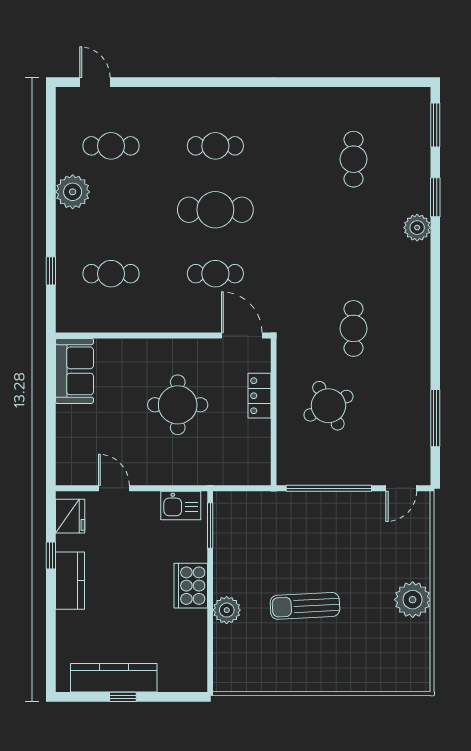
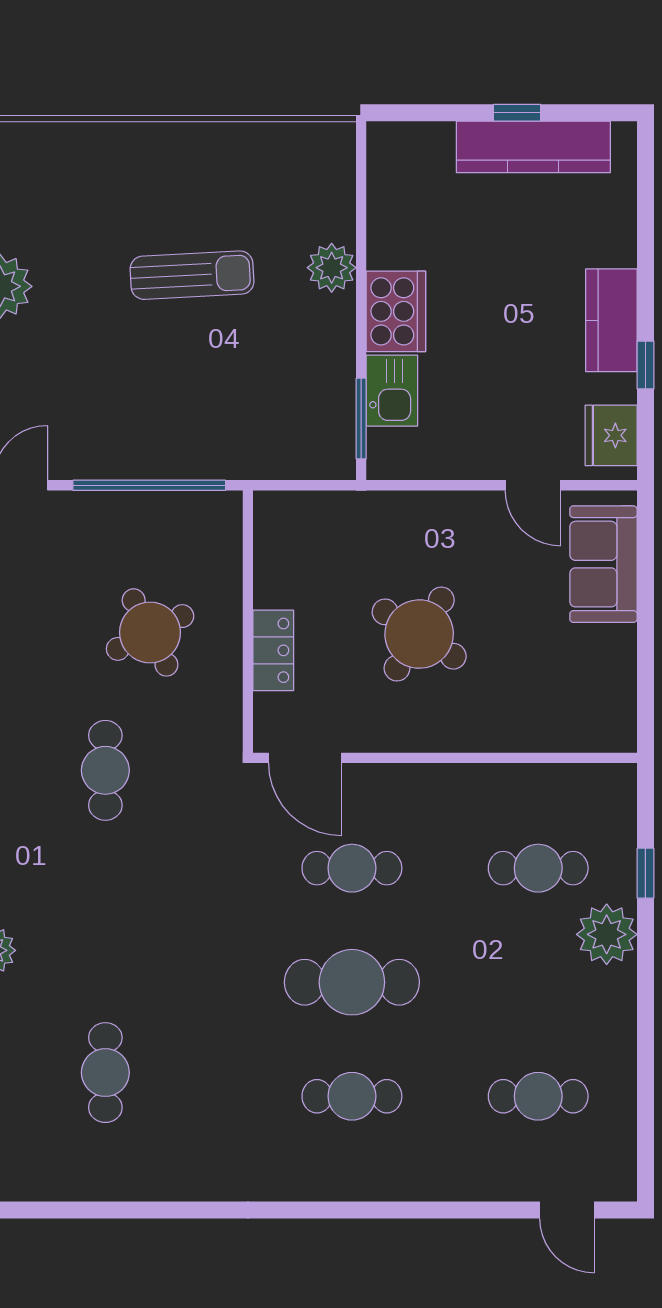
plant: (73, 192) -> (607, 934), moved
sofa: (74, 371) -> (603, 564), moved
round table: (178, 405) -> (419, 634), turned 33
kitchen sink: (181, 505) -> (392, 391), moved, turned 90

